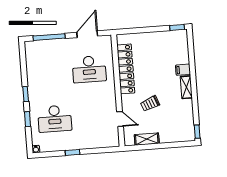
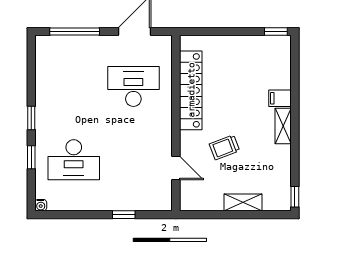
desk: (89, 69) -> (133, 86), turned 180
shelving: (147, 139) -> (243, 202), moved
window: (73, 152) -> (124, 215), moved

